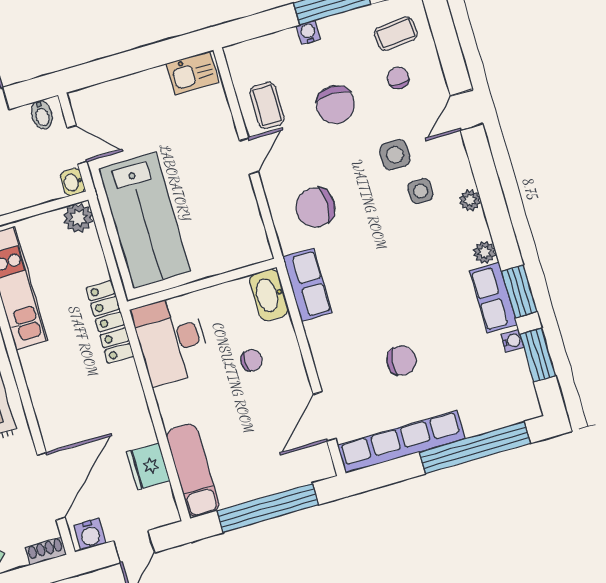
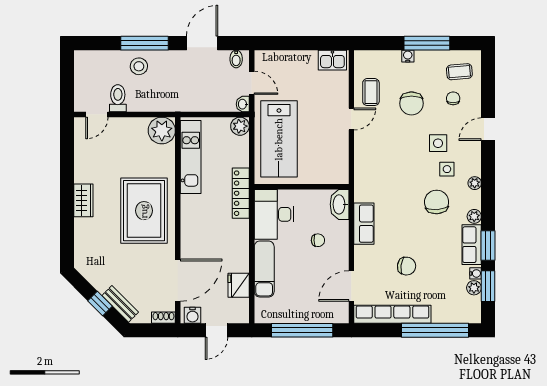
chair: (315, 207) -> (437, 202), moved, turned 86
row of seats: (307, 285) -> (364, 224), moved
plant: (516, 364) -> (474, 288), added
exam couch: (193, 470) -> (264, 269), moved

